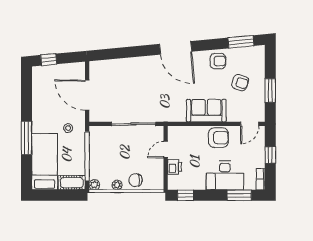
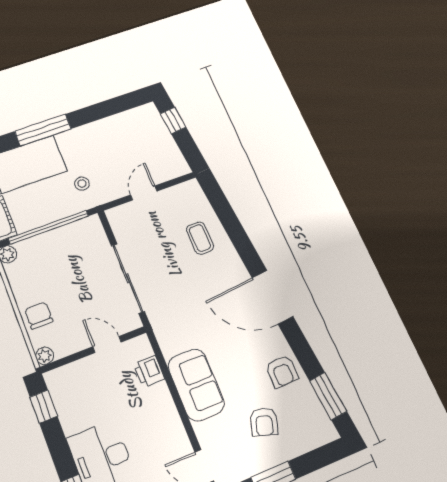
door: (176, 48) -> (272, 297), hinge flipped
coffee table: (126, 74) -> (200, 238), added
door: (87, 95) -> (144, 193), width x0.53
armchair: (218, 138) -> (161, 423), removed
printer: (174, 167) -> (149, 371), moved, turned 90
plant: (117, 185) -> (45, 356), moved

